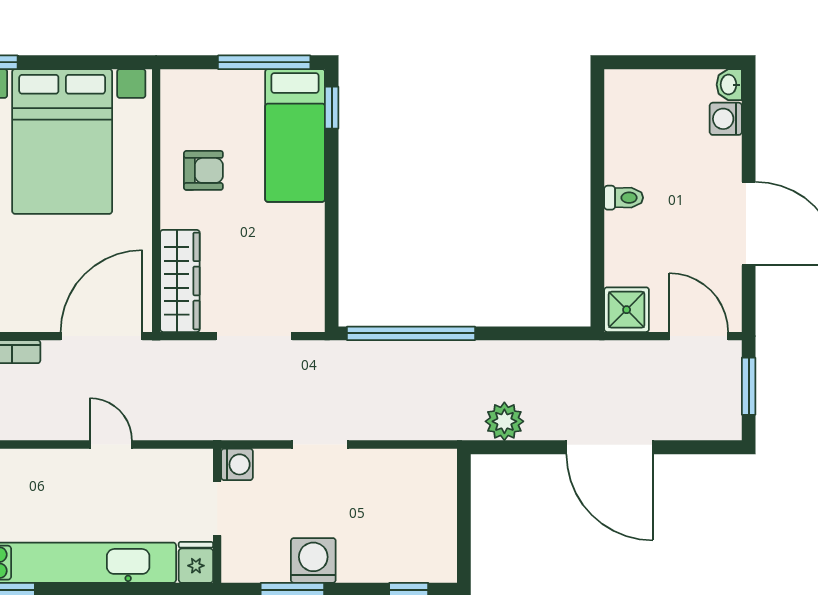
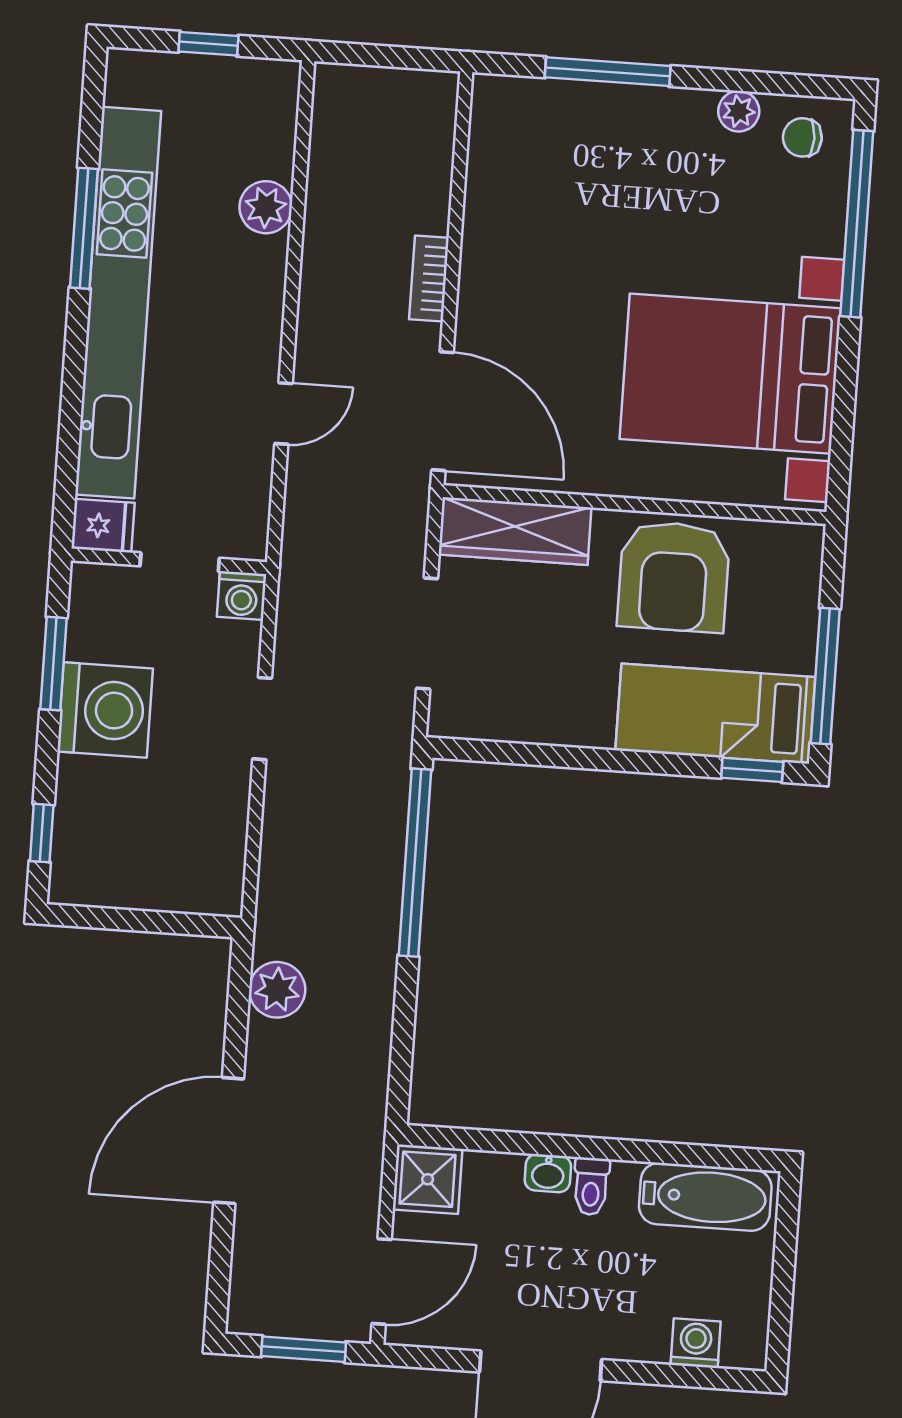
washbasin: (729, 85) -> (548, 1173), moved, turned 180
bathtub: (625, 119) -> (705, 1197), added
armchair: (203, 170) -> (674, 577), width x1.88, depth x1.88
washing machine: (313, 560) -> (105, 710), width x1.37, depth x1.37

